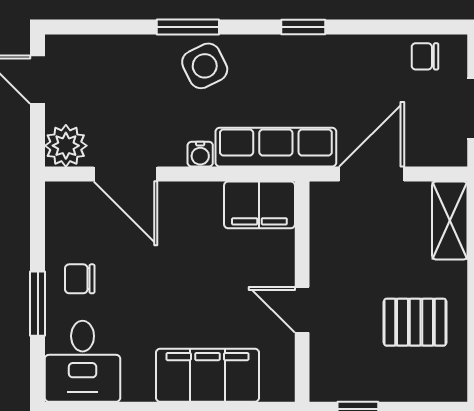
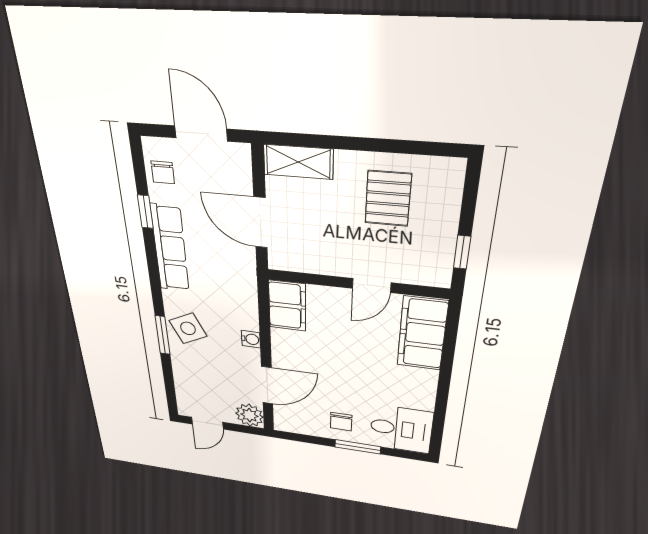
window: (303, 27) -> (145, 212), moved
row of seats: (276, 147) -> (170, 248), moved, turned 180
filing cabinet: (207, 375) -> (422, 334), moved

